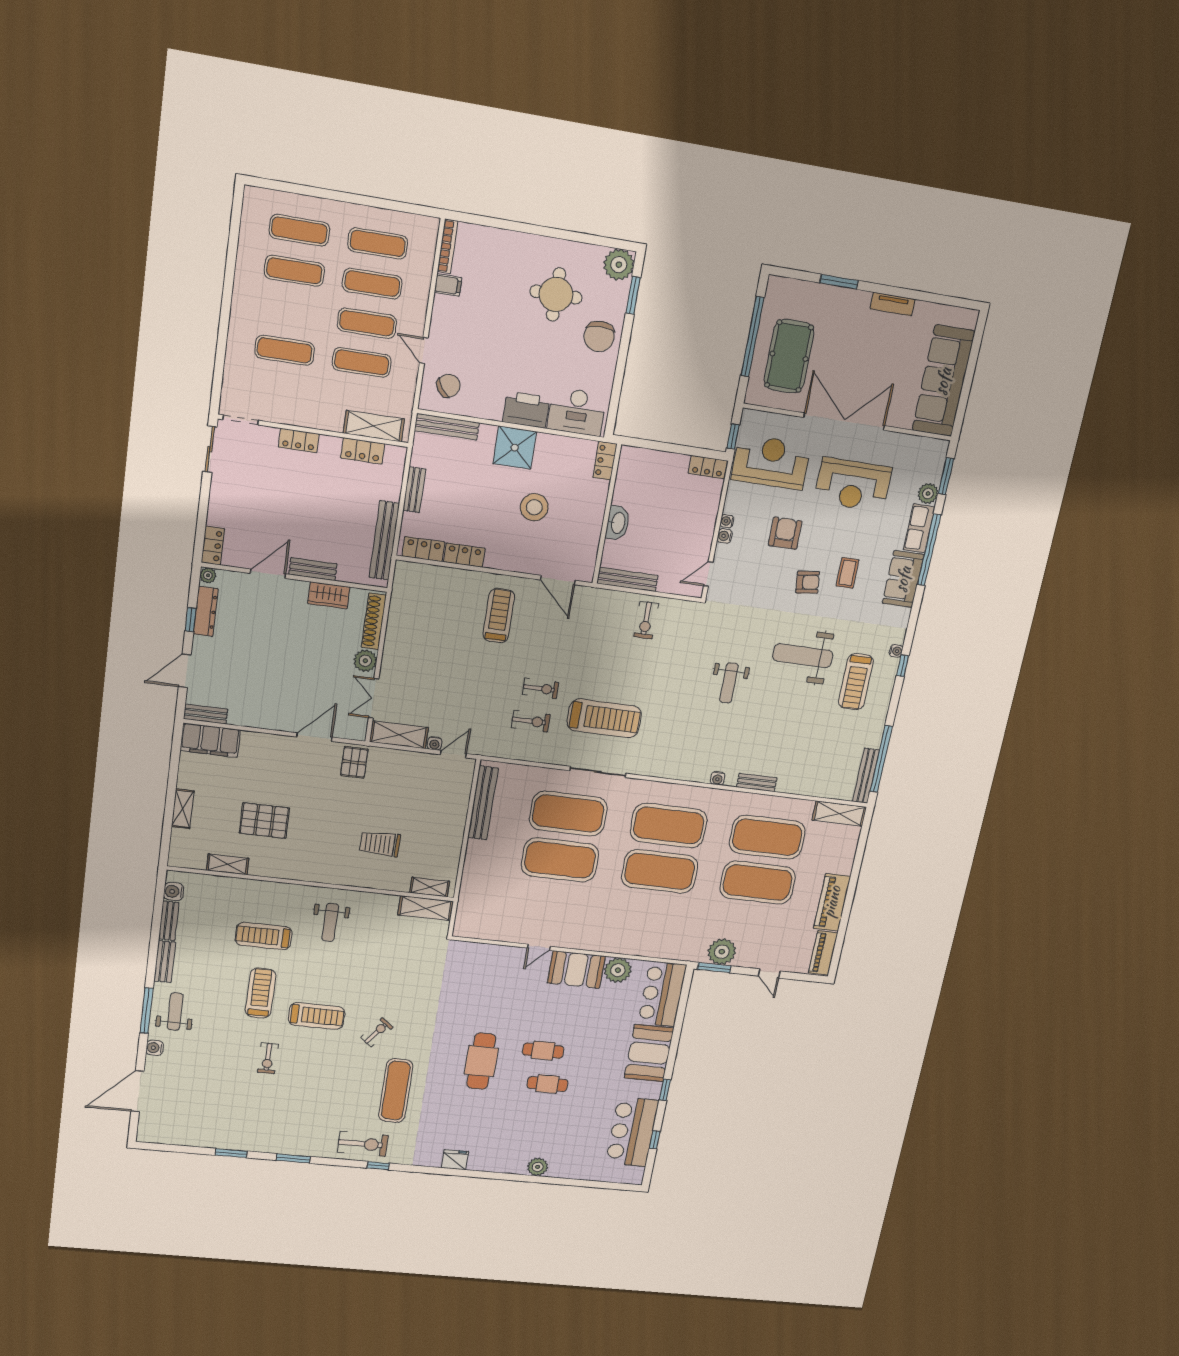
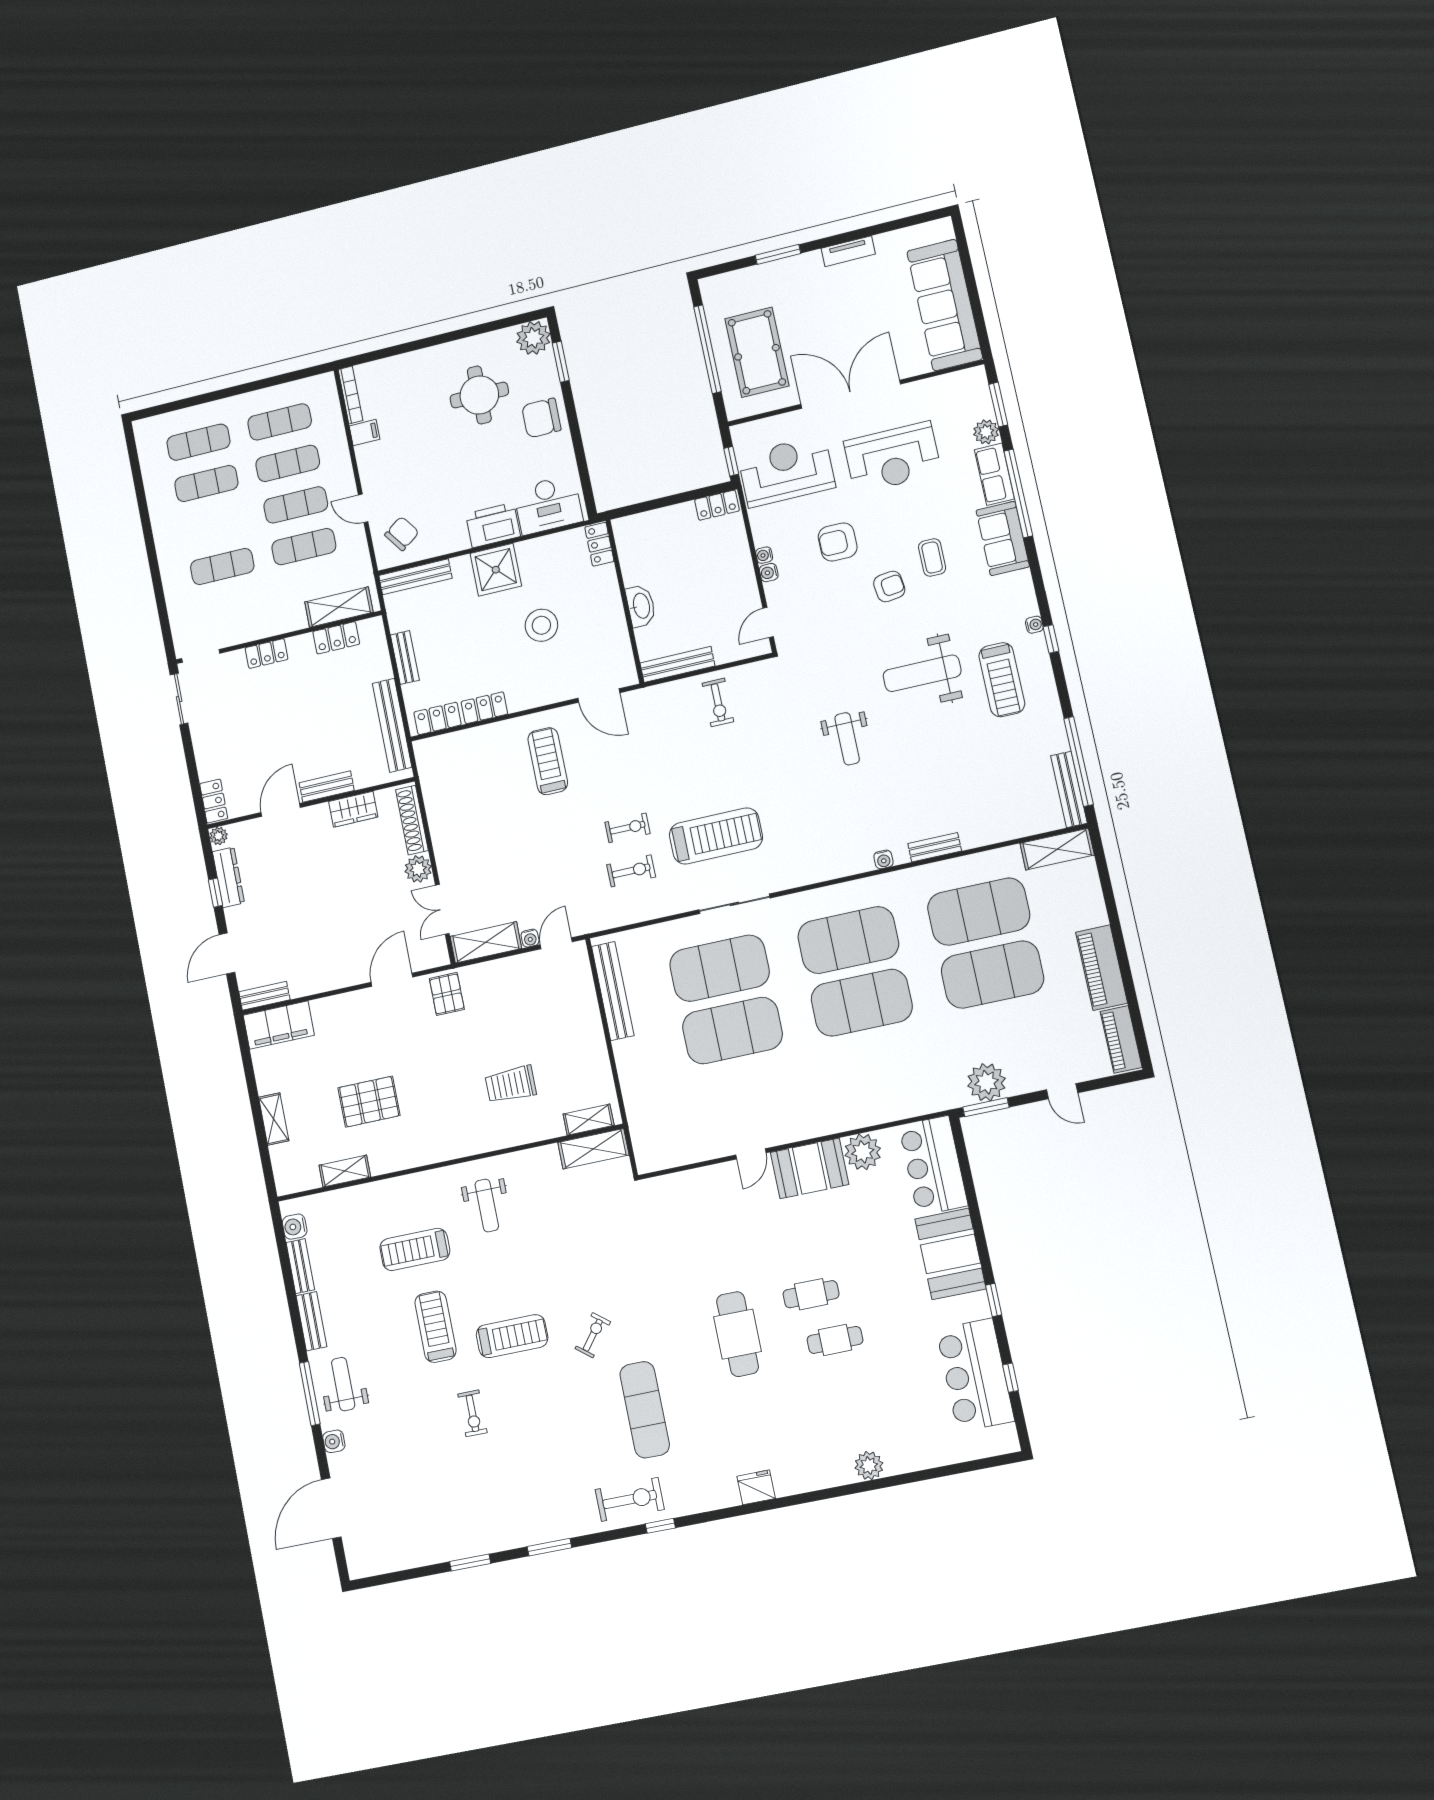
chair: (599, 336) -> (541, 418), turned 90
armchair: (785, 533) -> (838, 542), turned -90

